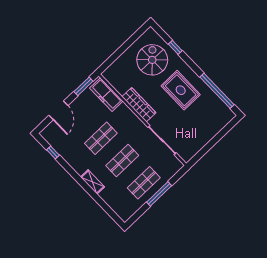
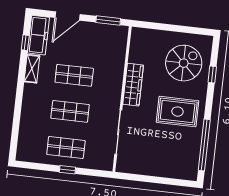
rug: (181, 90) -> (178, 112), turned 90
freezer: (106, 95) -> (38, 35), moved, turned 180
shelving: (93, 182) -> (32, 69), moved
window: (159, 194) -> (67, 170), width x0.46

